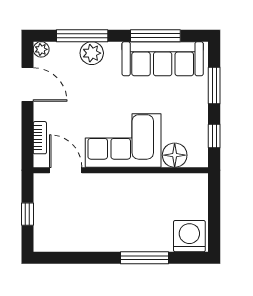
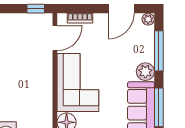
plant: (92, 53) -> (145, 72), moved
window: (27, 214) -> (36, 9), moved

